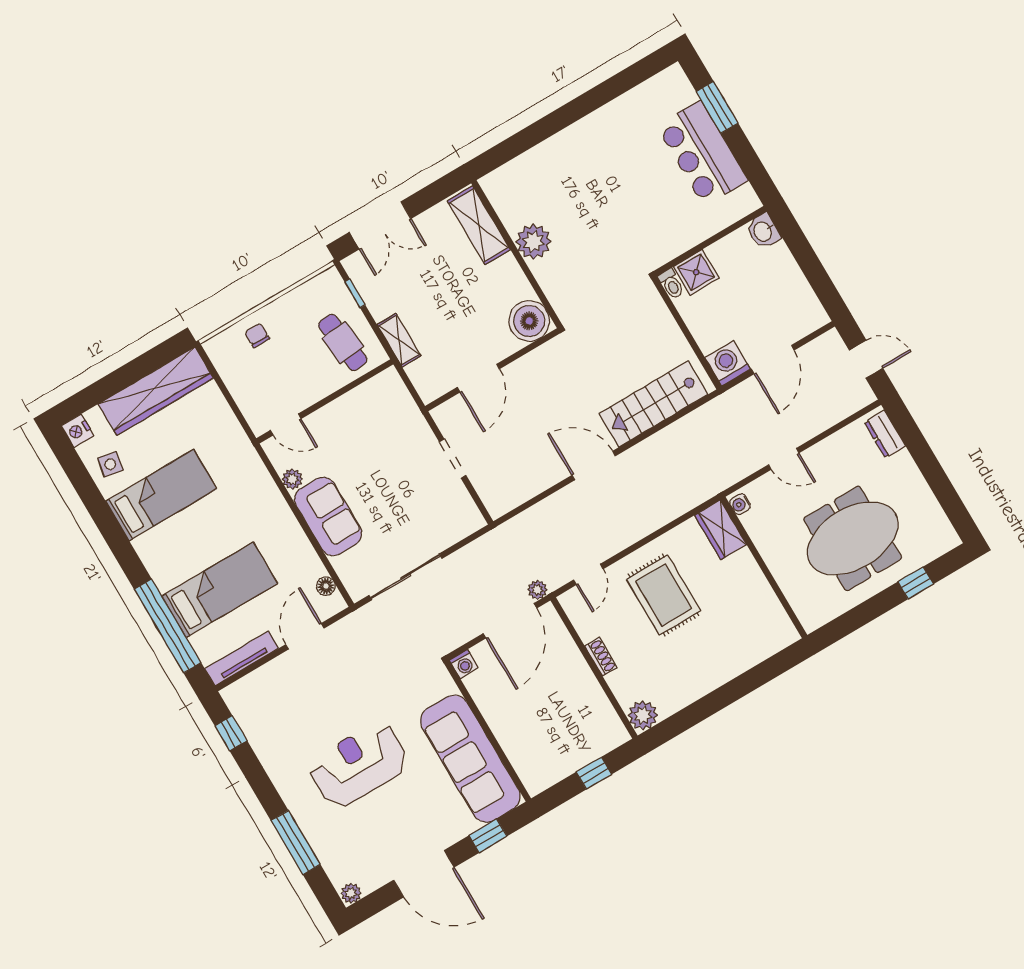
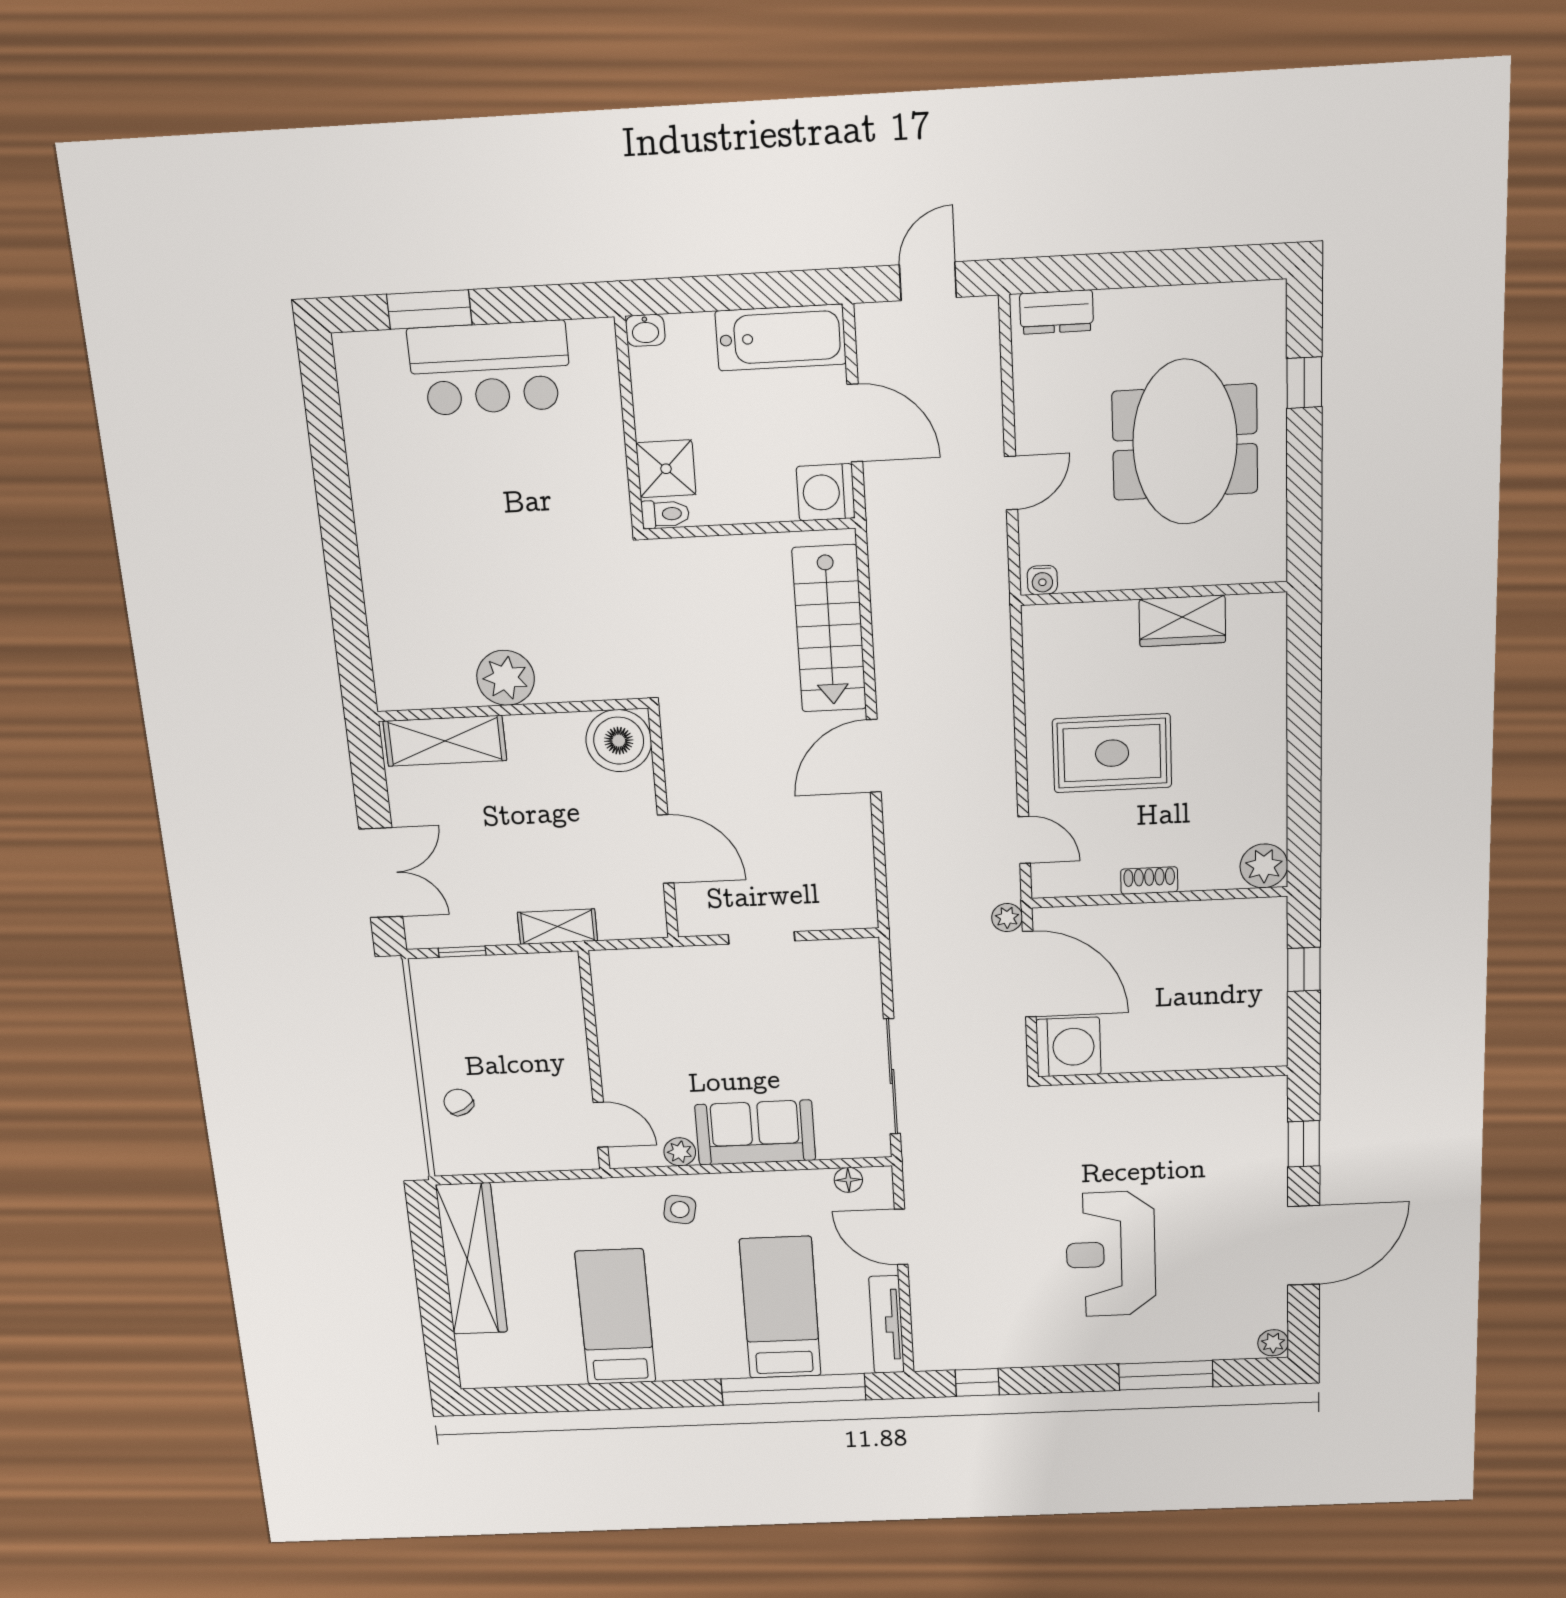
washbasin: (763, 231) -> (645, 330), width x0.72, depth x0.69
bathtub: (798, 298) -> (781, 338), added
chair: (257, 335) -> (459, 1102), turned 60
cafe table: (343, 342) -> (524, 1000), removed
door: (286, 424) -> (600, 1125), hinge flipped
nightstand: (77, 431) -> (477, 1374), removed
side table: (110, 464) -> (680, 1210), moved
wardrobe: (720, 530) -> (1182, 621), moved
washing machine: (464, 664) -> (1068, 1047), width x1.89, depth x1.89
sofa: (470, 759) -> (1187, 1115), removed

